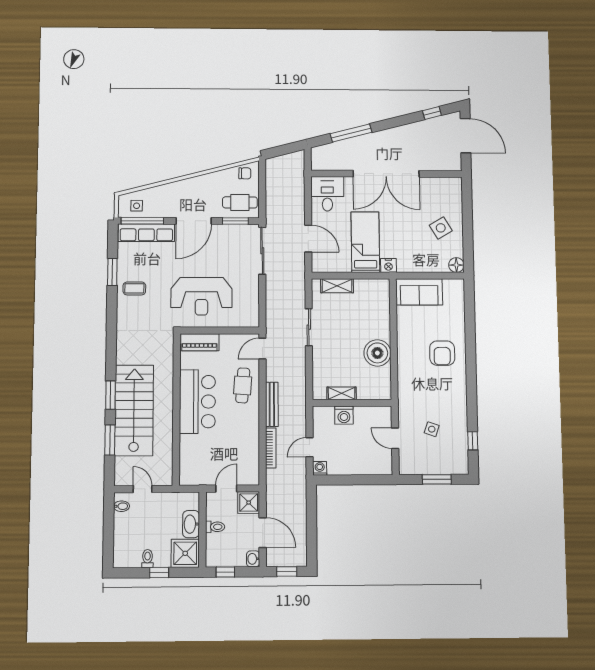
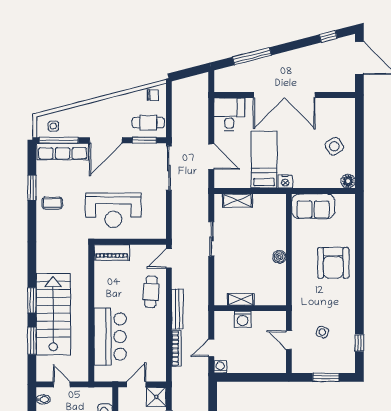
boiler: (377, 353) -> (279, 257), width x0.54, depth x0.54
armchair: (442, 353) -> (333, 263), width x1.36, depth x1.36
bar counter: (197, 402) -> (110, 337), moved

